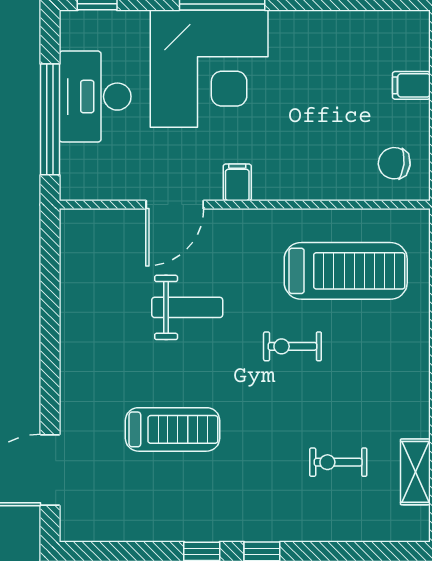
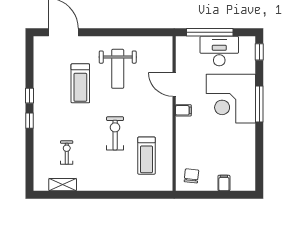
treadmill: (346, 271) -> (147, 156), width x0.73, depth x0.73
weight bench: (187, 307) -> (118, 69), moved, width x1.36, depth x1.33
exercise bike: (292, 346) -> (115, 133), width x1.38, depth x1.39

